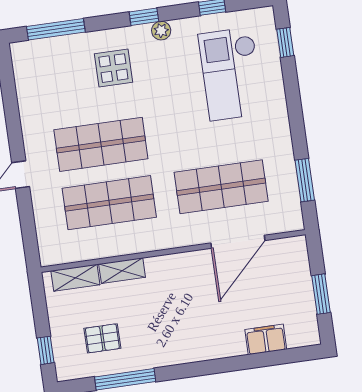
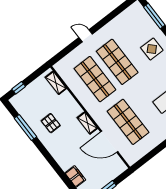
window: (305, 180) -> (151, 155), removed
shelving: (122, 271) -> (87, 123), moved
pallet: (102, 338) -> (51, 123), moved

